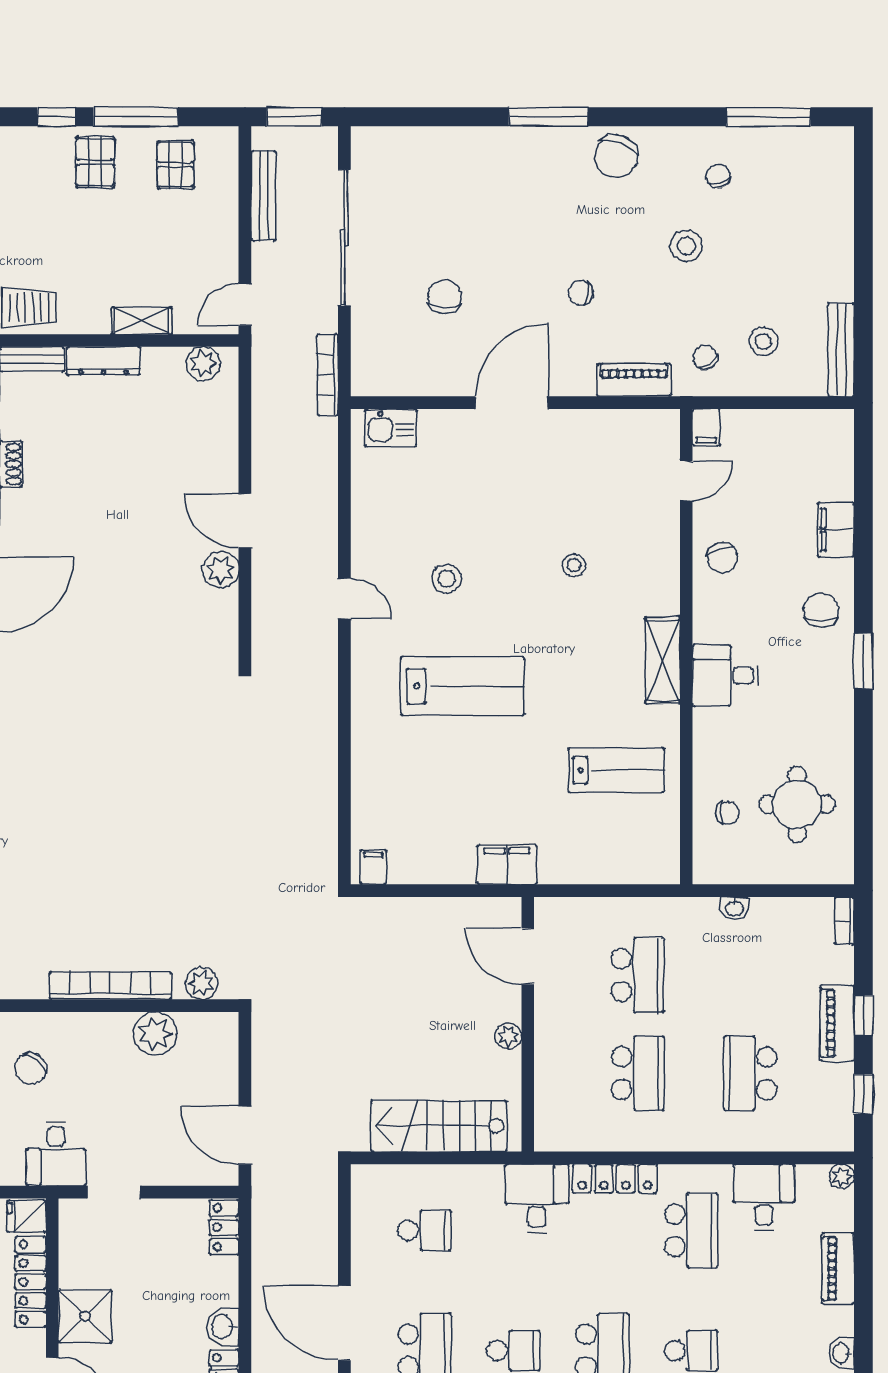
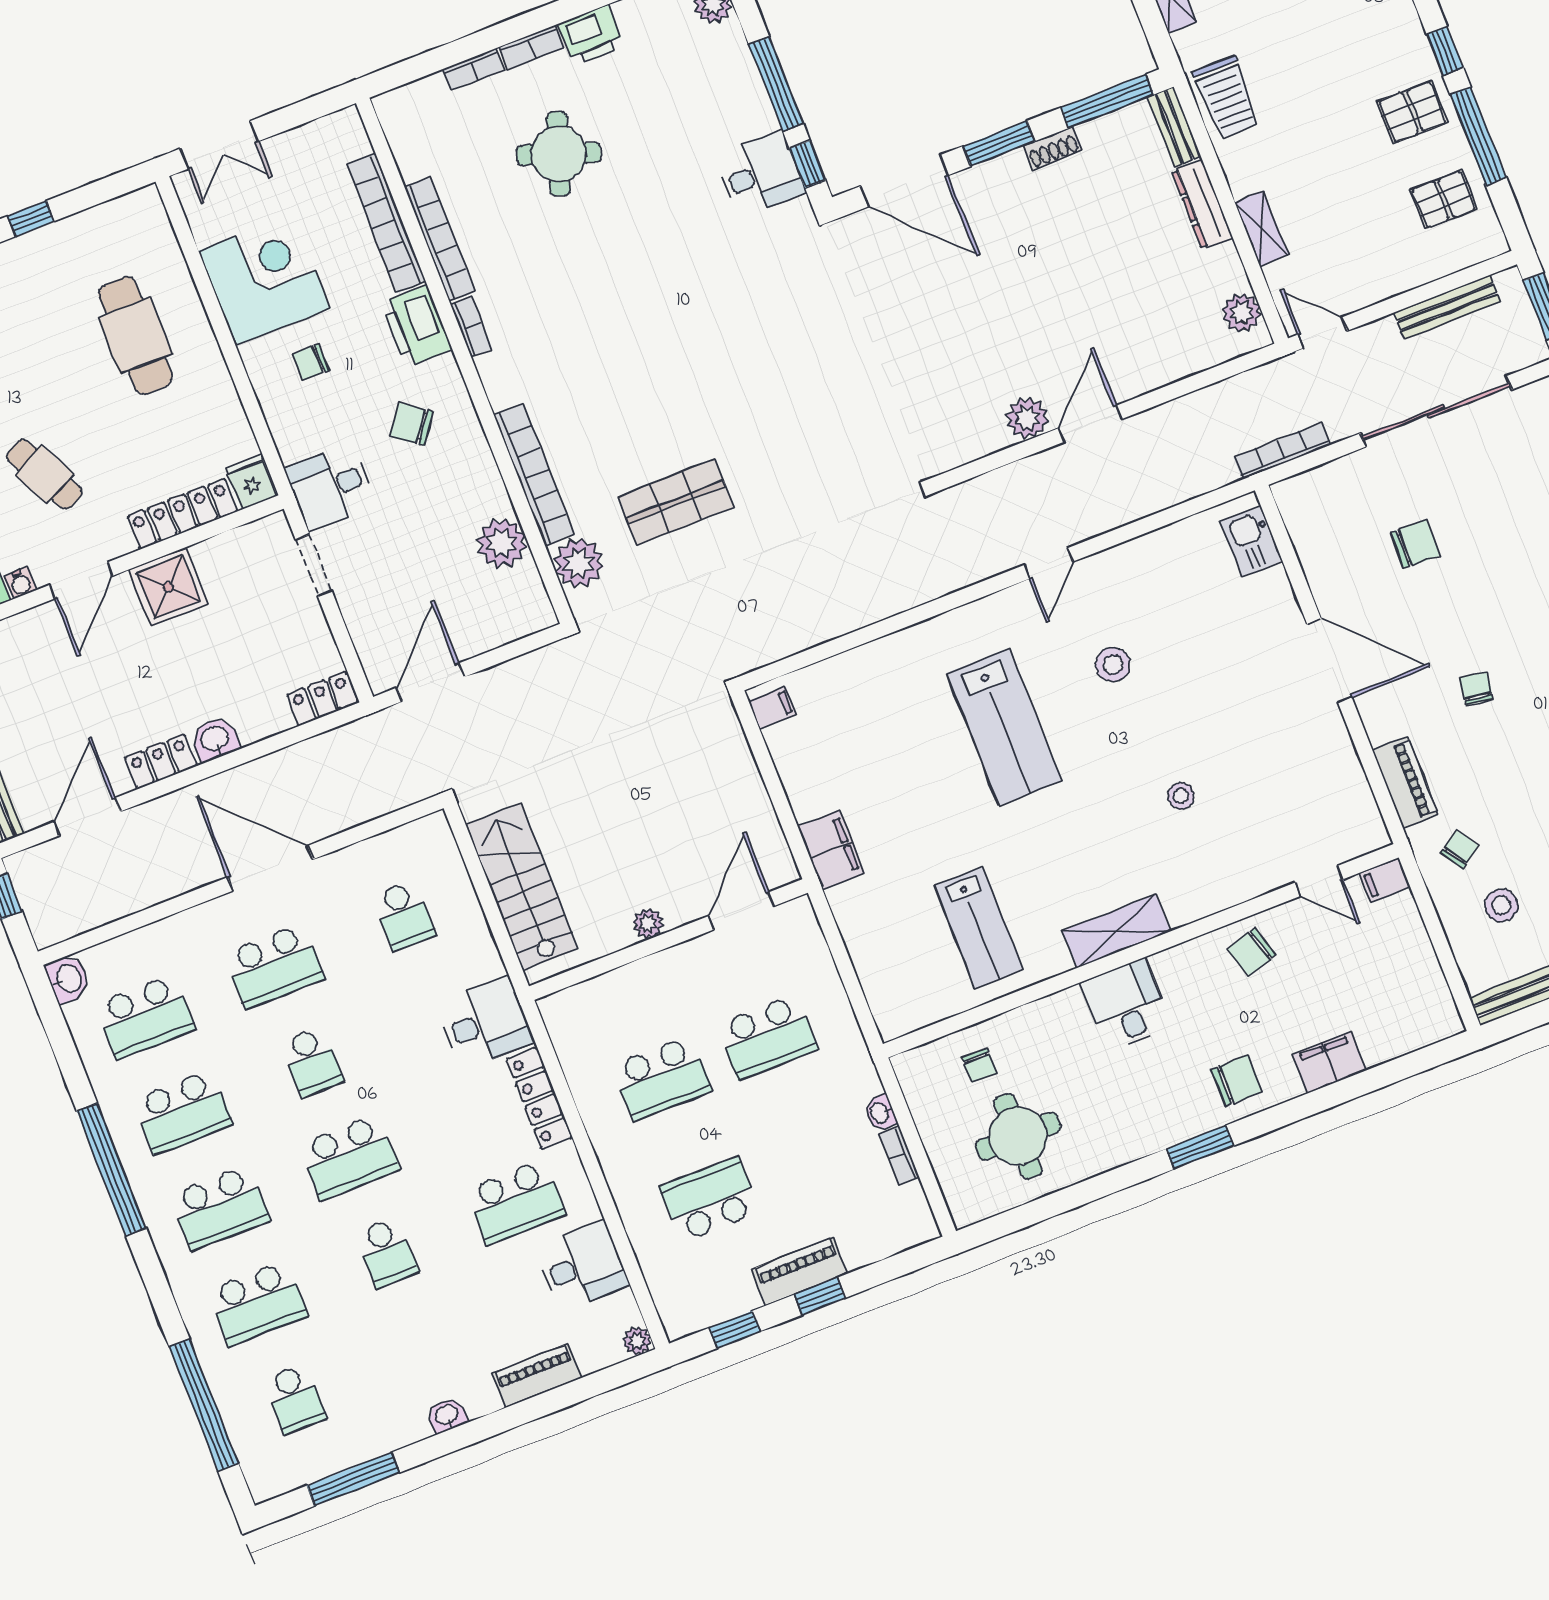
shop shelf: (177, 880) -> (676, 502), added
bookcase: (844, 921) -> (899, 1156), moved, turned -90
plant: (202, 983) -> (579, 563), width x1.36, depth x1.36
door: (344, 1323) -> (270, 868), hinge flipped

